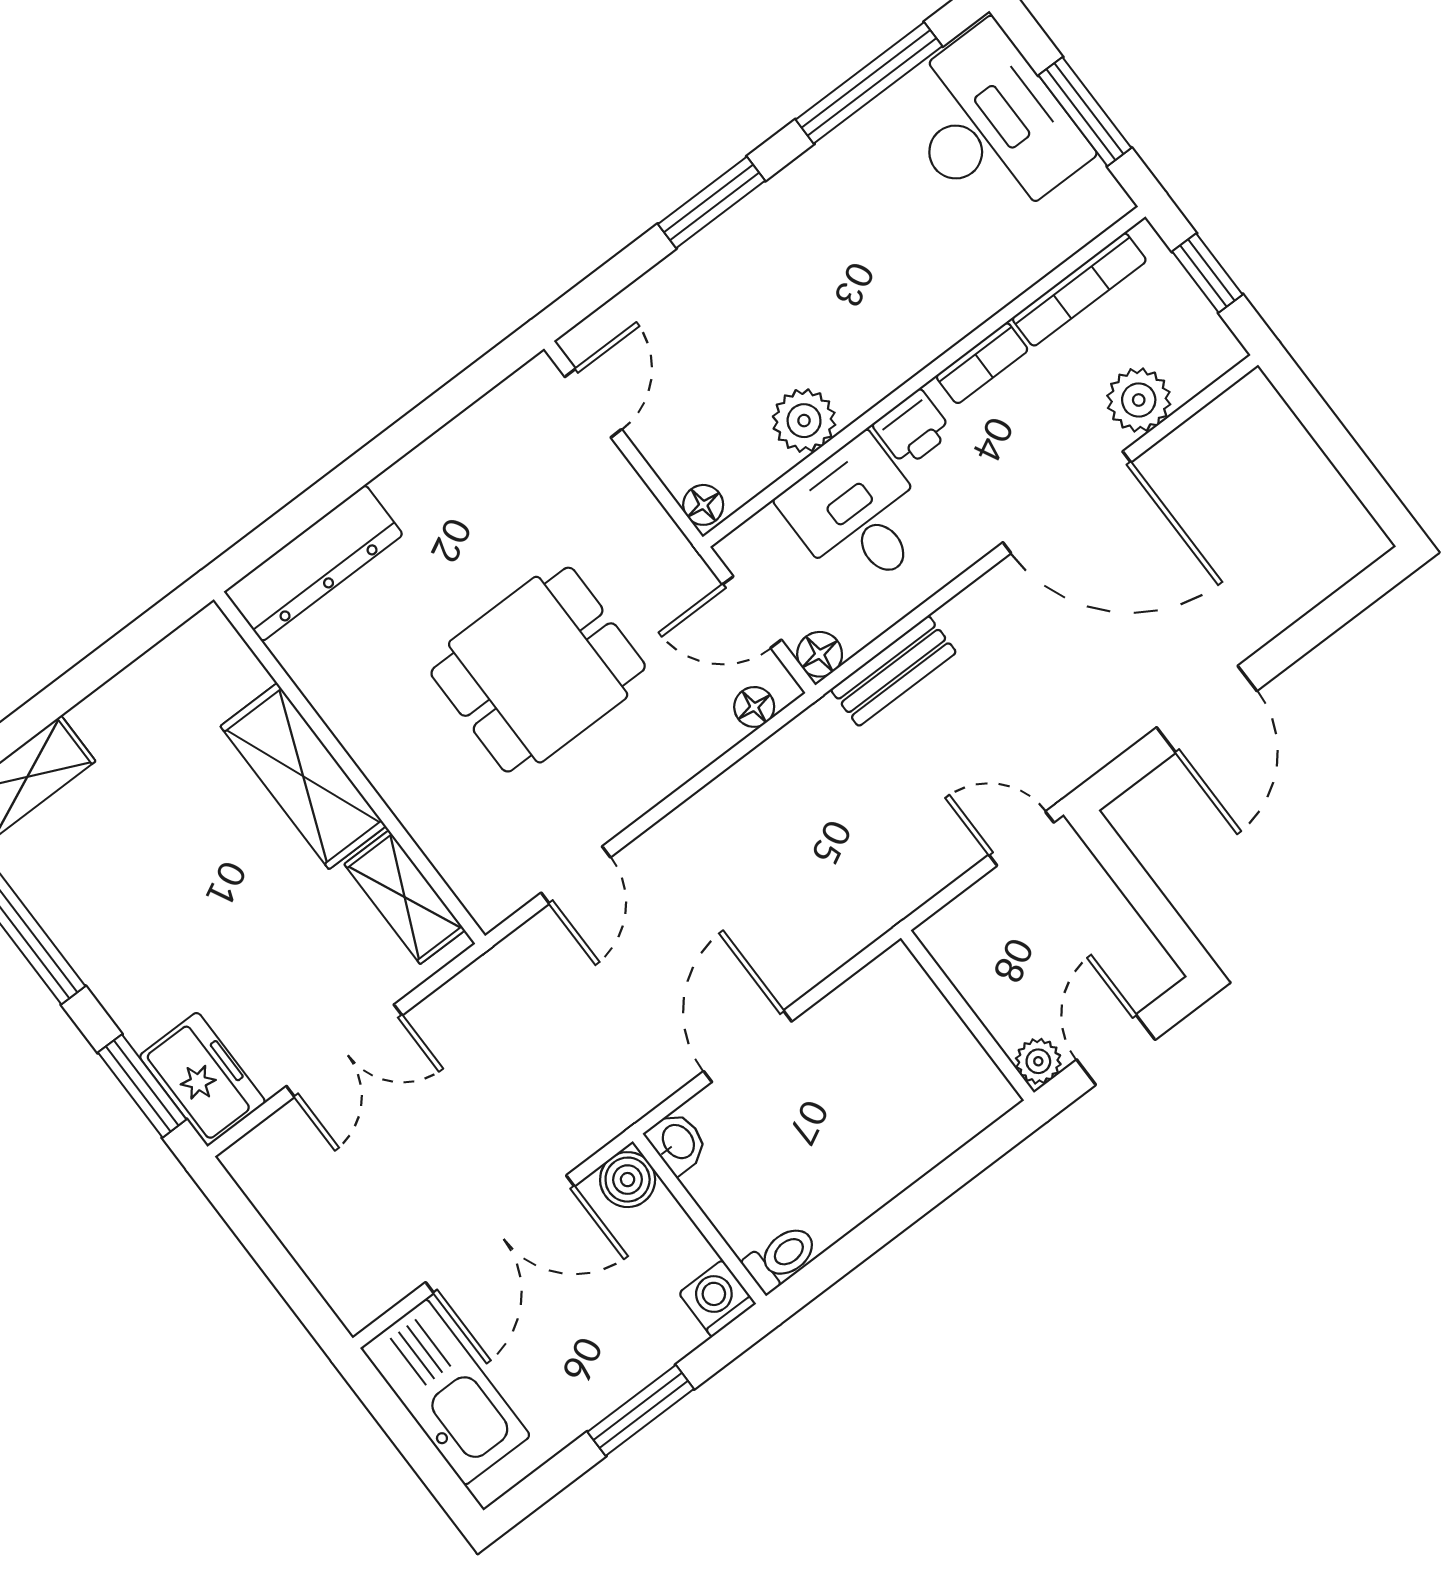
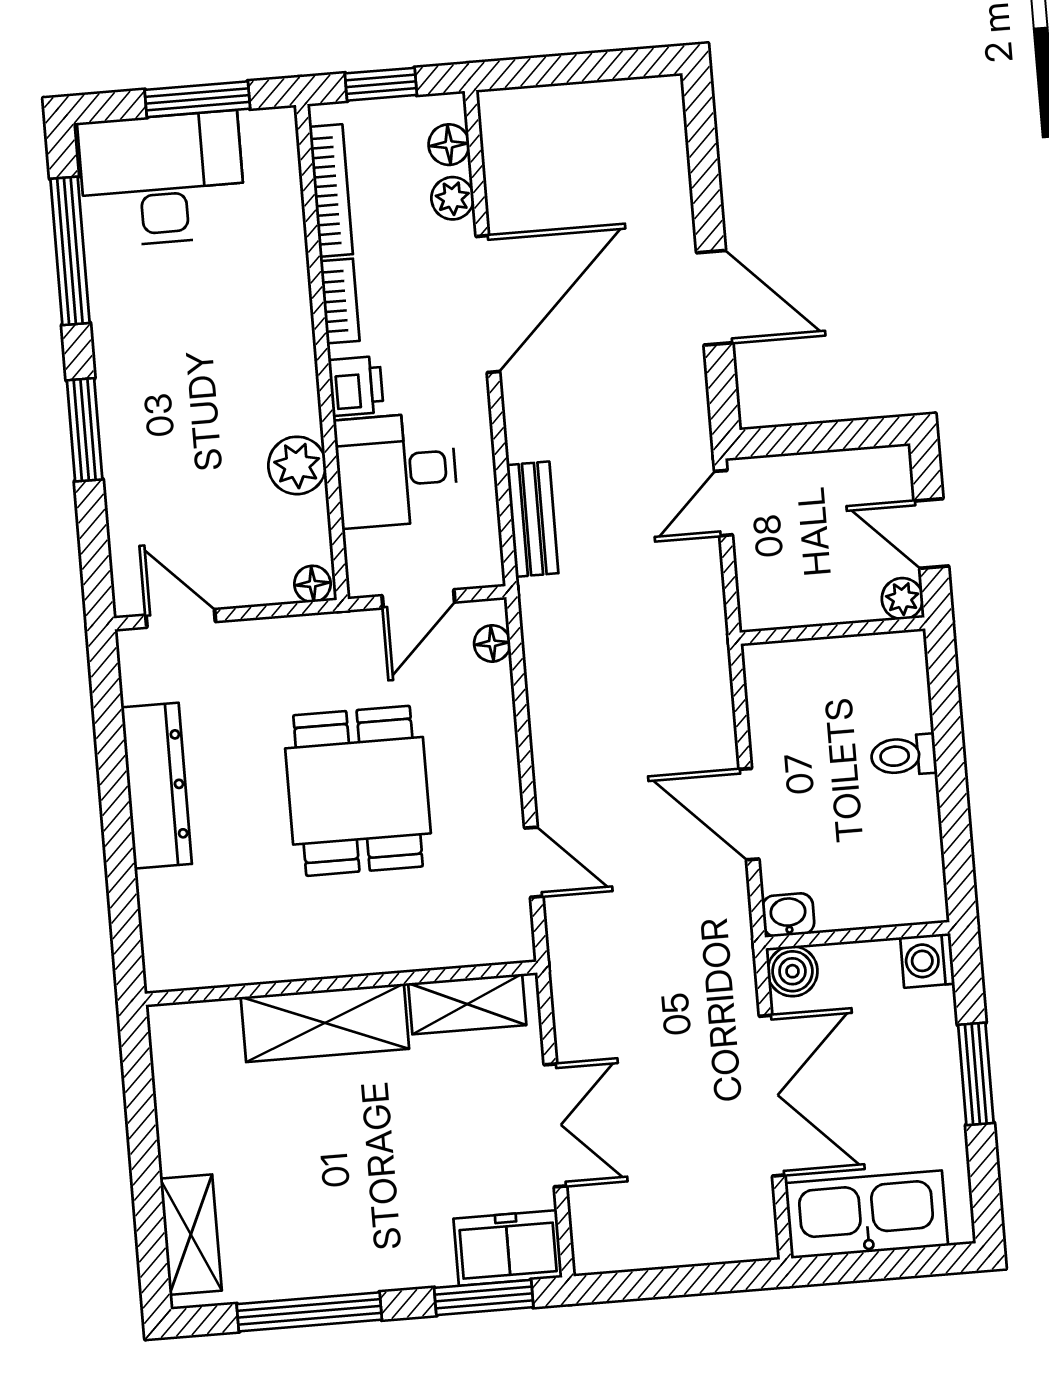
plant: (1139, 400) -> (453, 198), width x0.73, depth x0.73
dresser: (314, 563) -> (157, 786), moved
floor lamp: (820, 654) -> (449, 145), moved
toilet: (781, 1258) -> (904, 755), moved, turned -90

